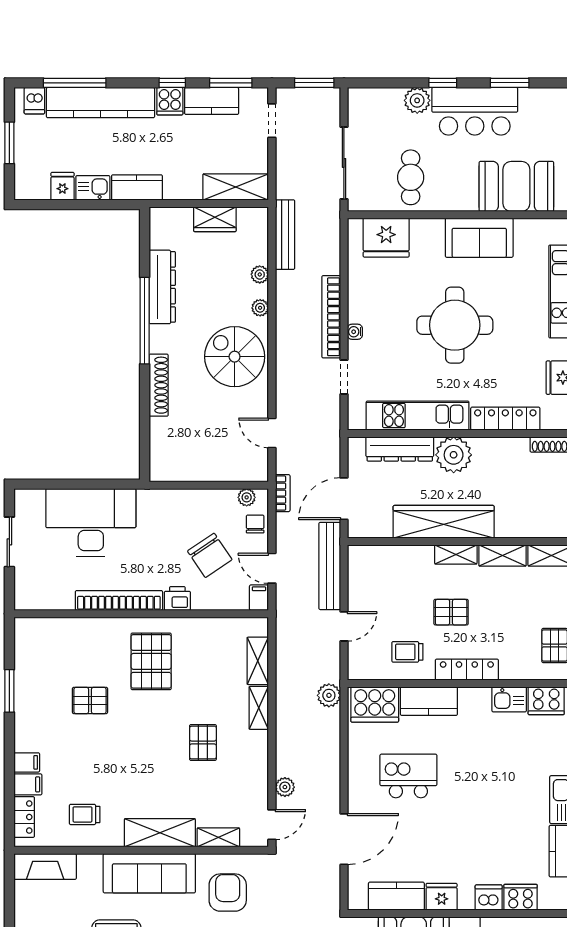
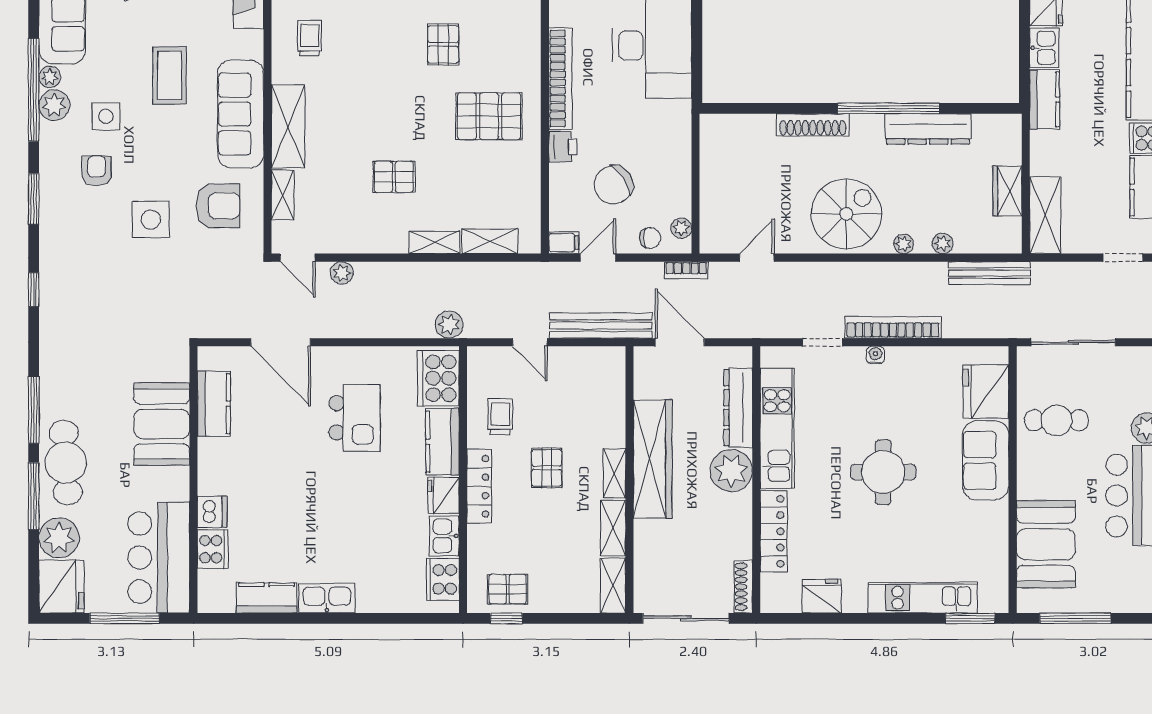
sofa: (479, 238) -> (986, 460), moved
round table: (455, 325) -> (883, 472), width x0.73, depth x0.73
fridge: (442, 897) -> (443, 495), moved, turned 180

